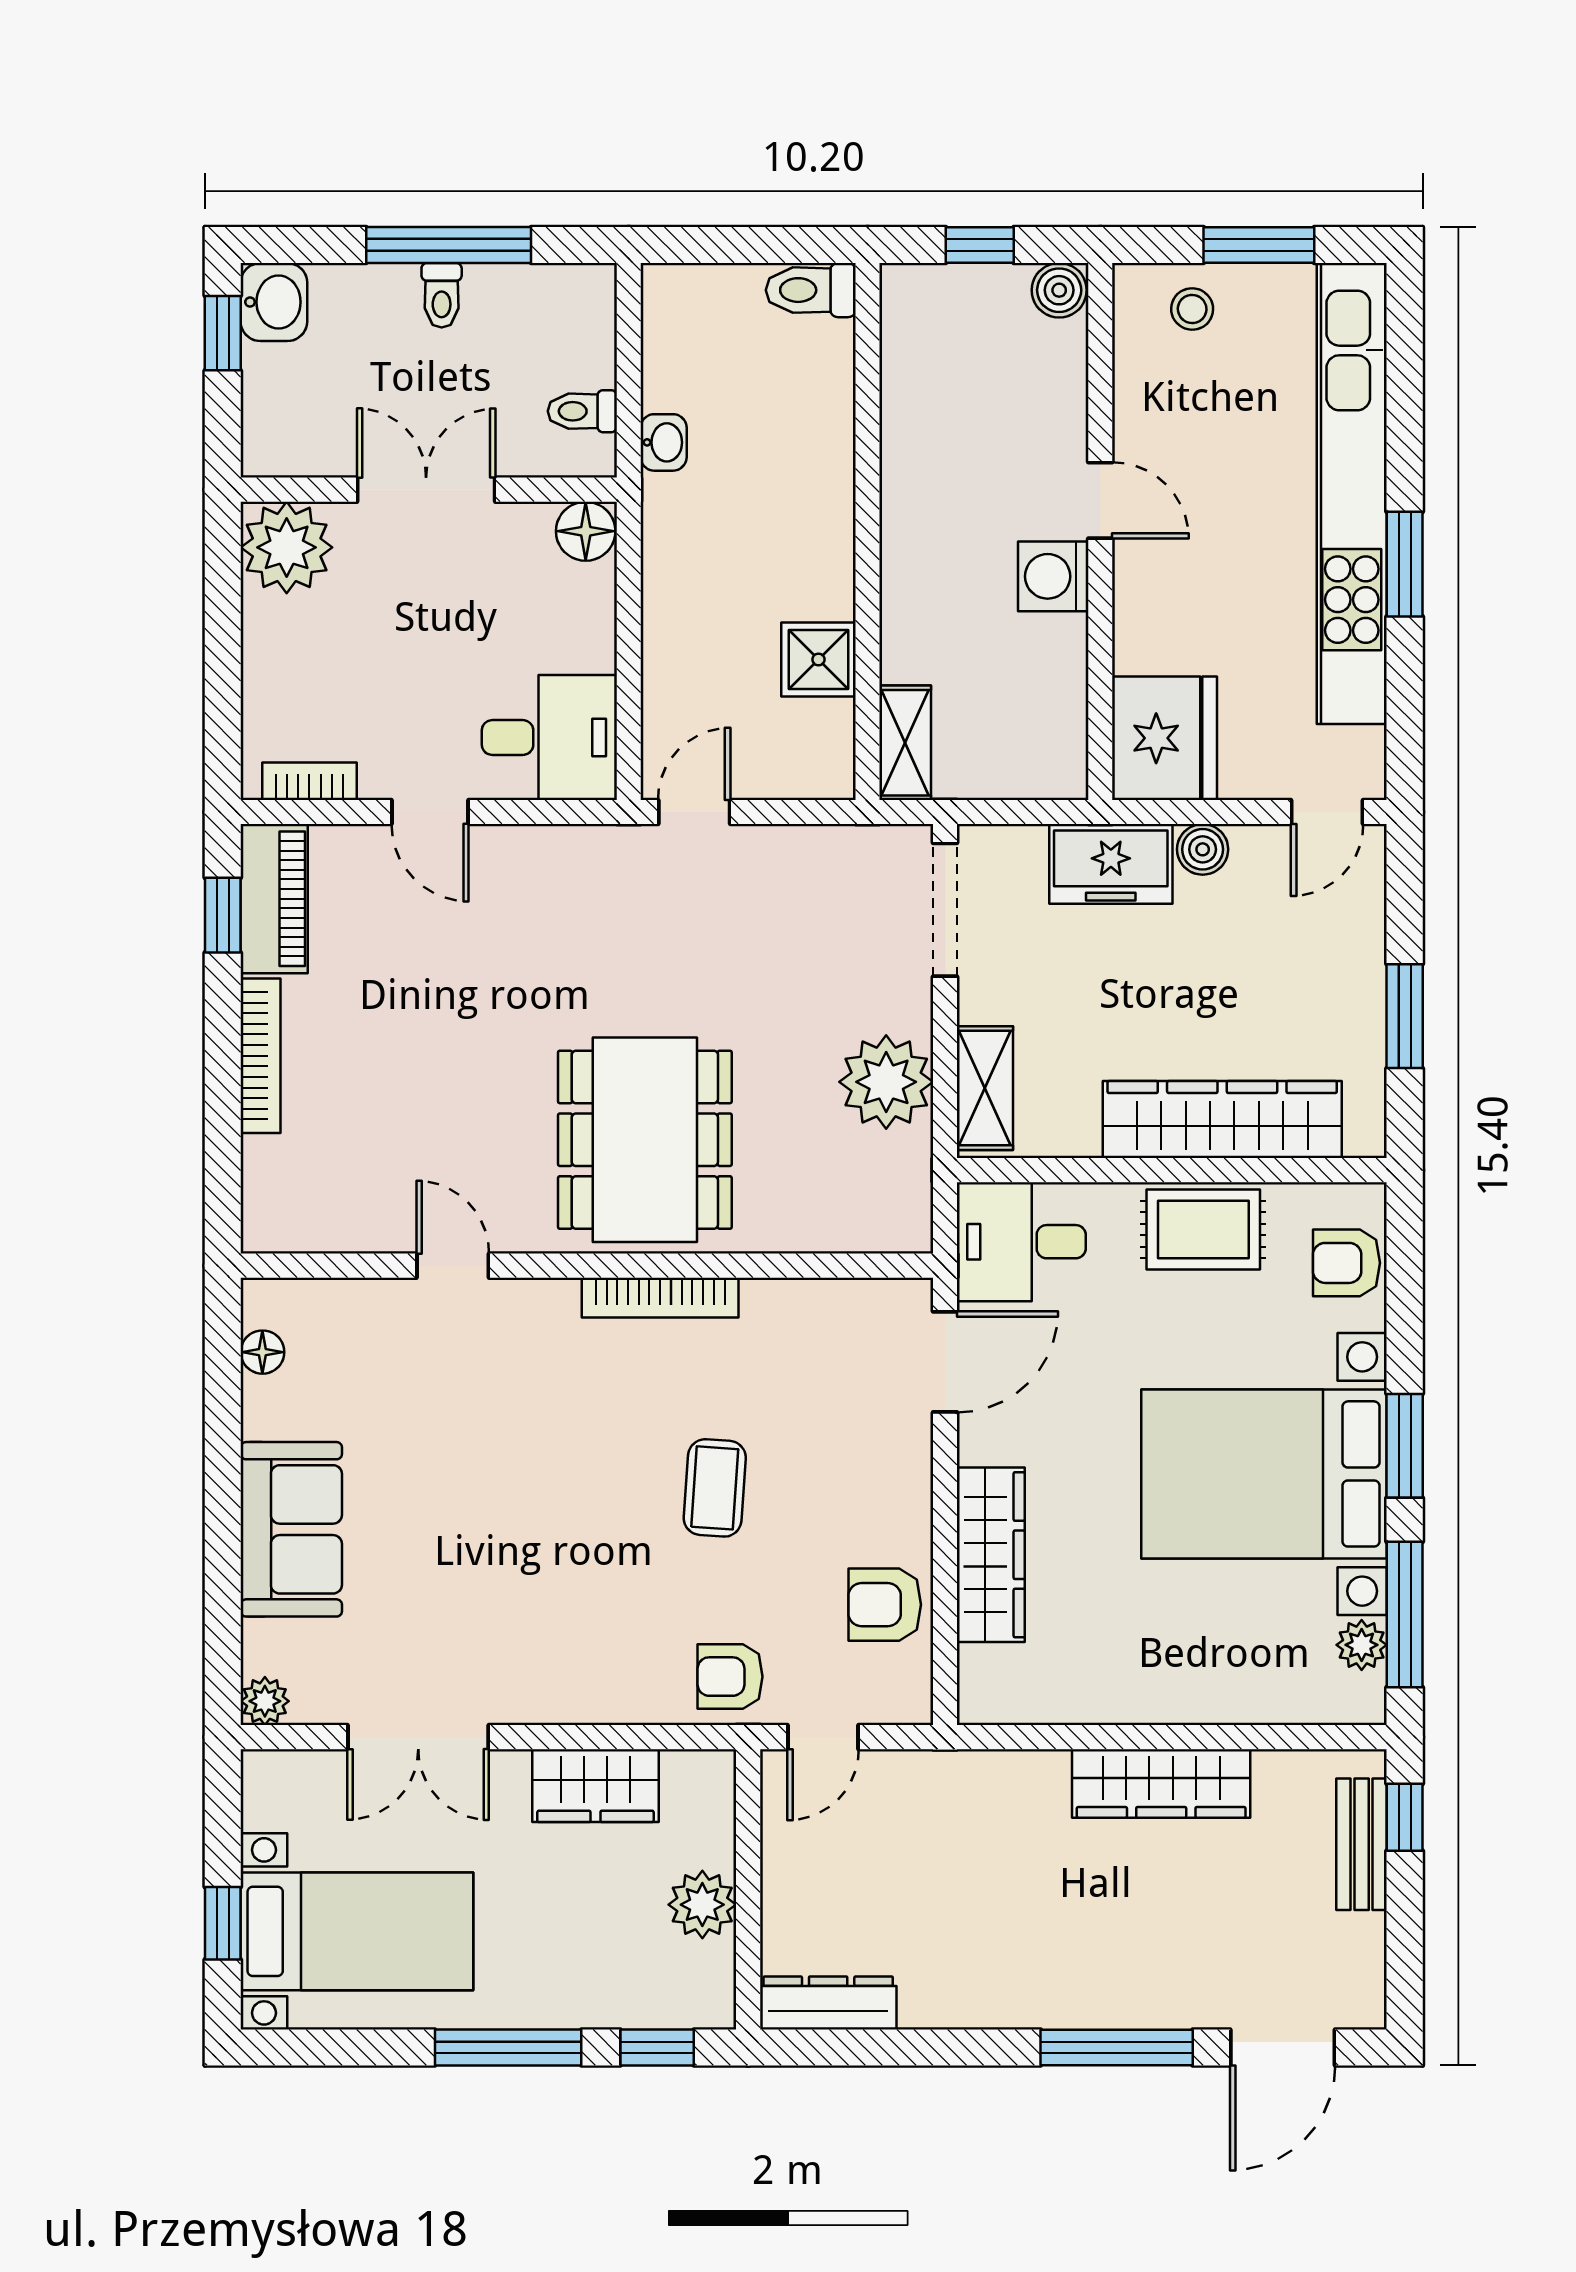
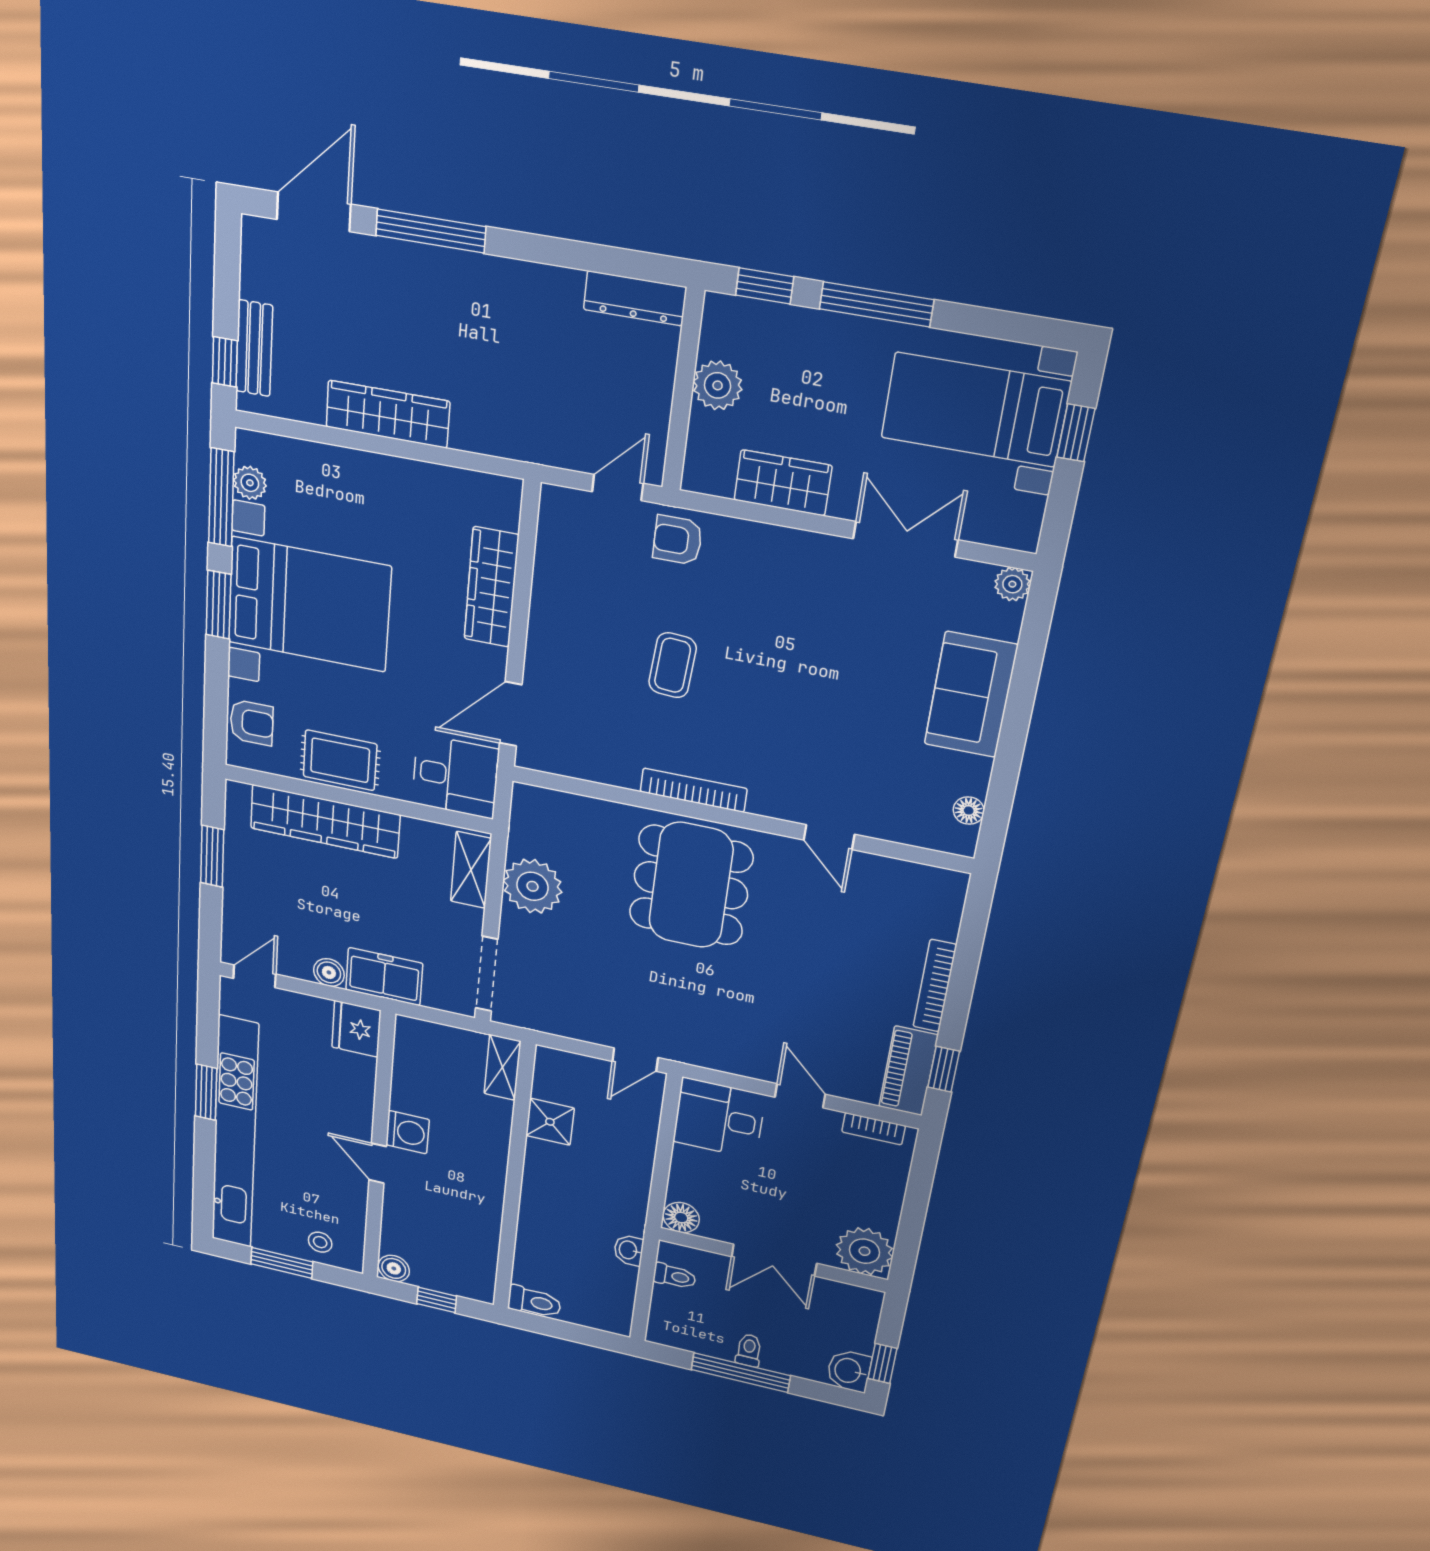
fridge: (1165, 738) -> (356, 1029), width x0.73, depth x0.75
armchair: (885, 1605) -> (566, 568), removed
armchair: (730, 1677) -> (678, 540), turned 180

